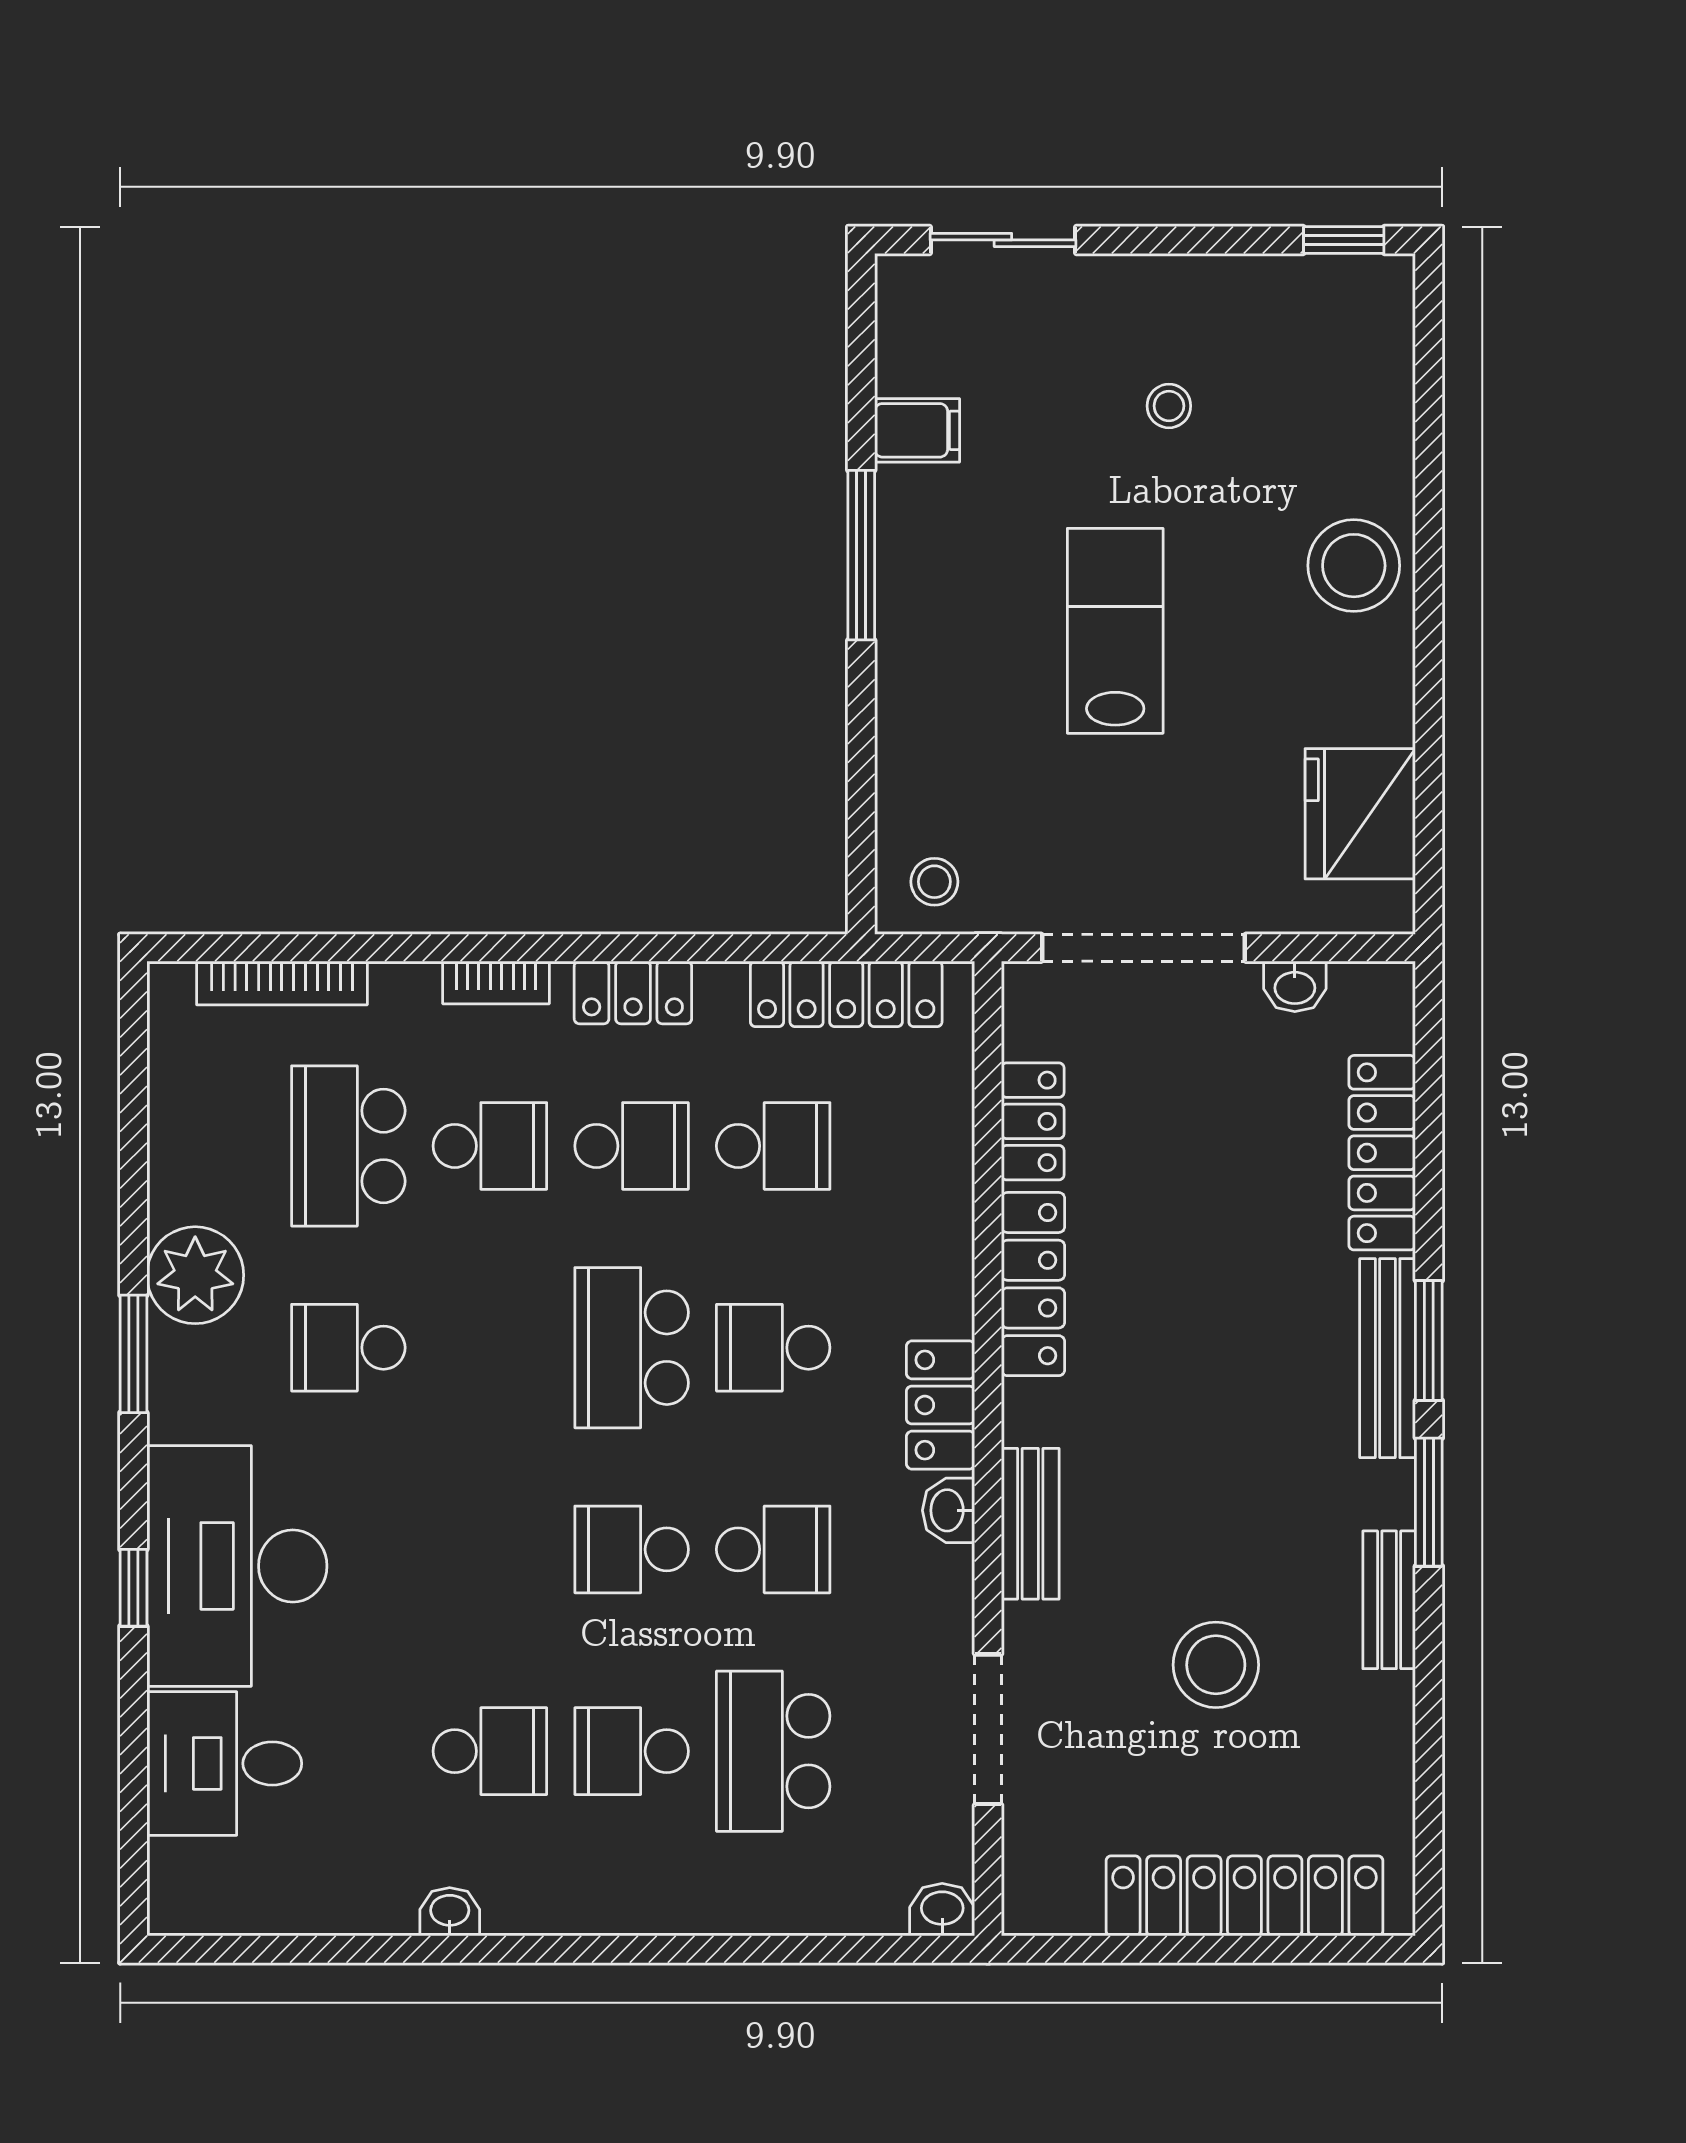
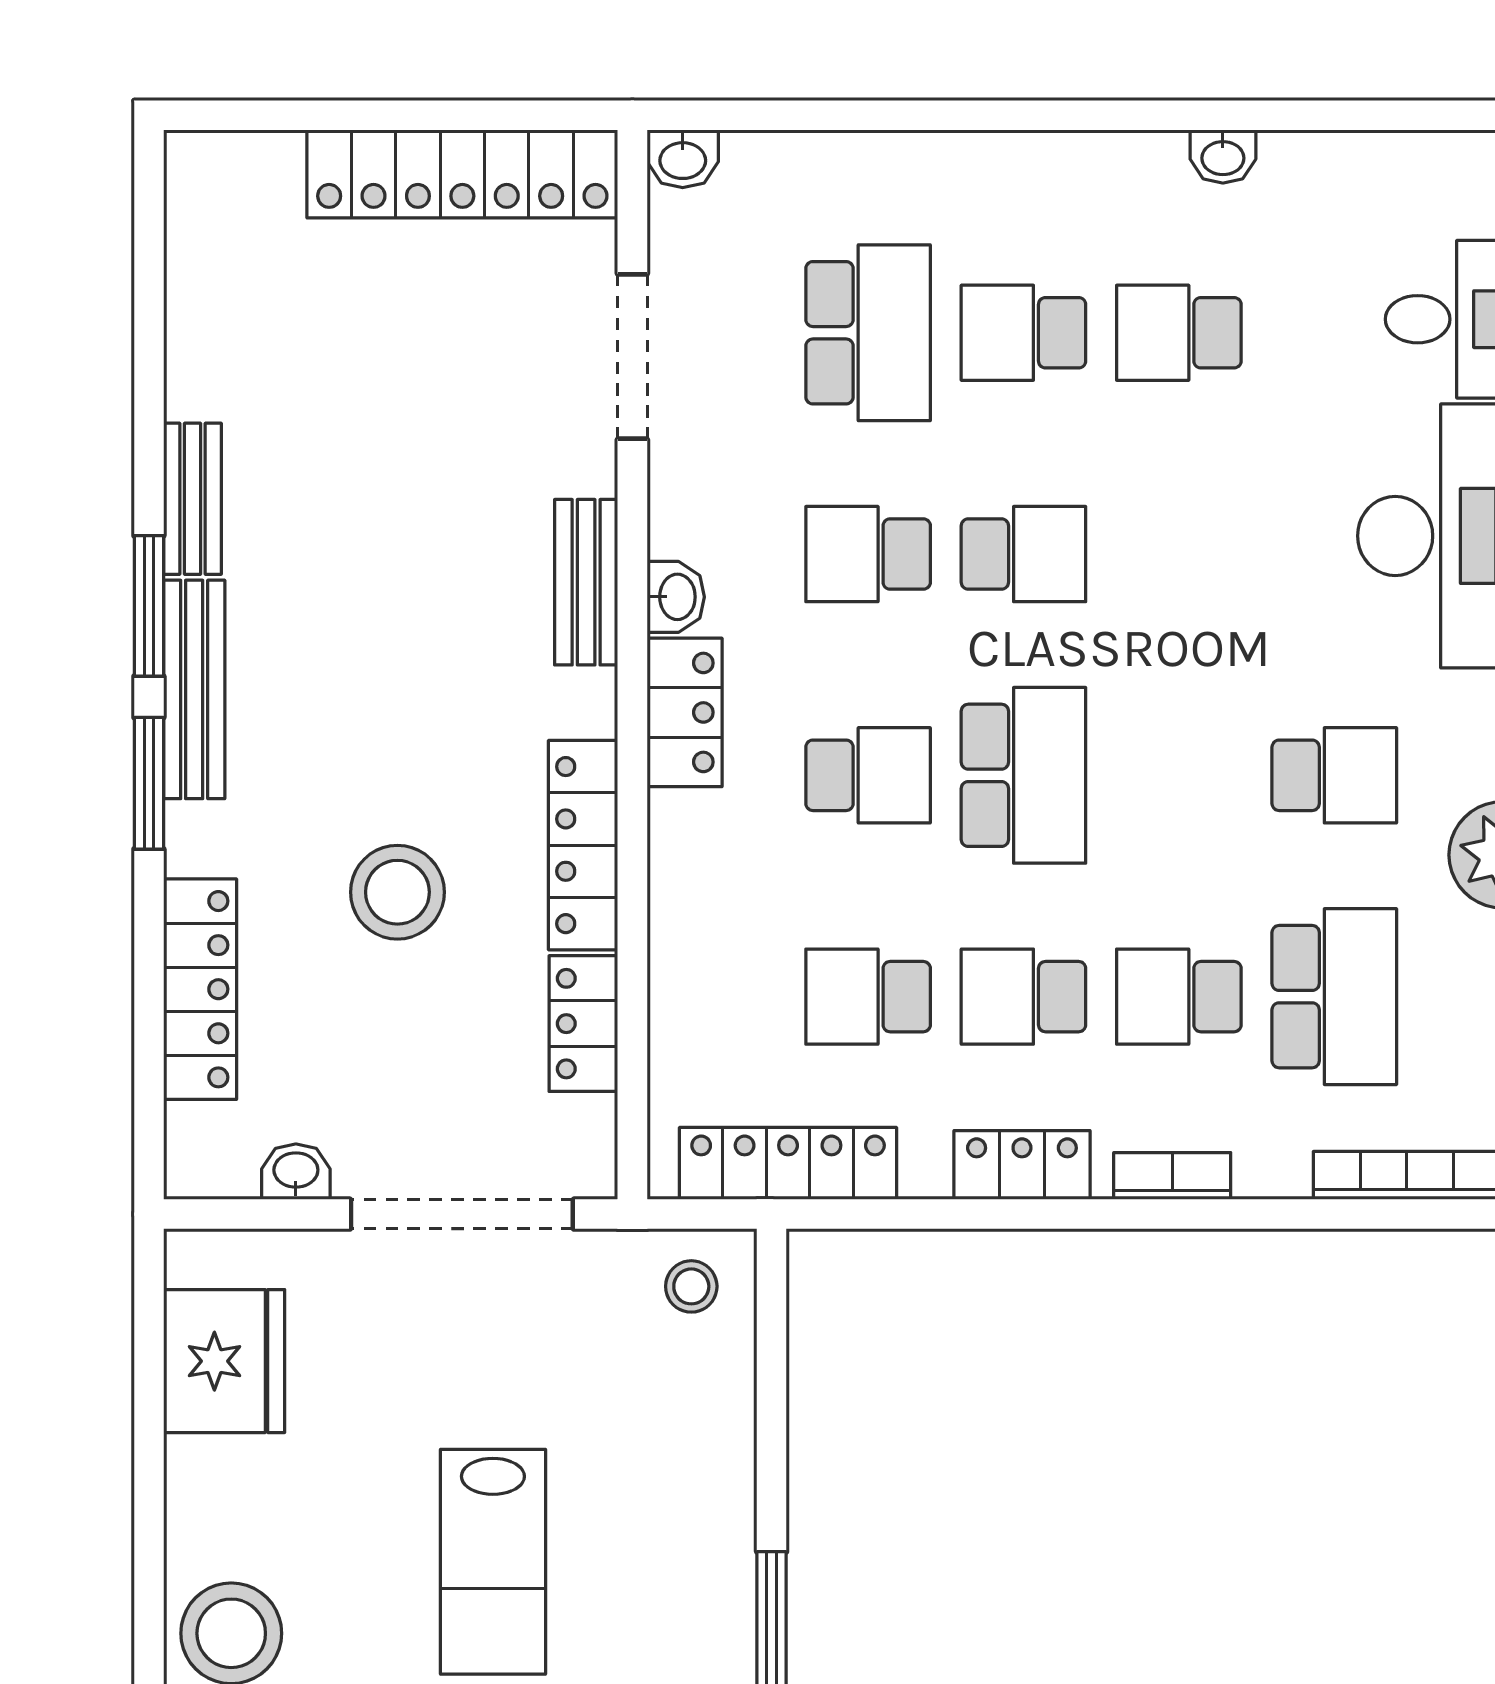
bench: (1388, 1358) -> (194, 689), moved
stool: (1216, 1665) -> (397, 892), moved
school desk: (632, 1751) -> (1023, 333), turned 180
locker: (1244, 1896) -> (462, 174), moved

